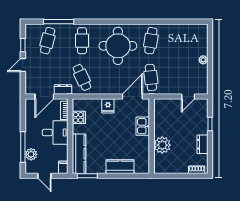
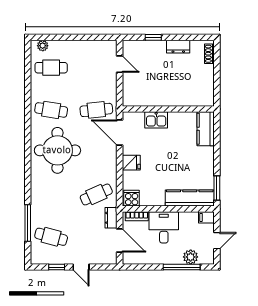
cafe table: (82, 41) -> (51, 68), moved
plant: (203, 60) -> (43, 46), moved
cooker: (79, 117) -> (132, 198), moved
plant: (162, 145) -> (179, 96), removed
kitchen counter: (120, 167) -> (206, 129), moved

